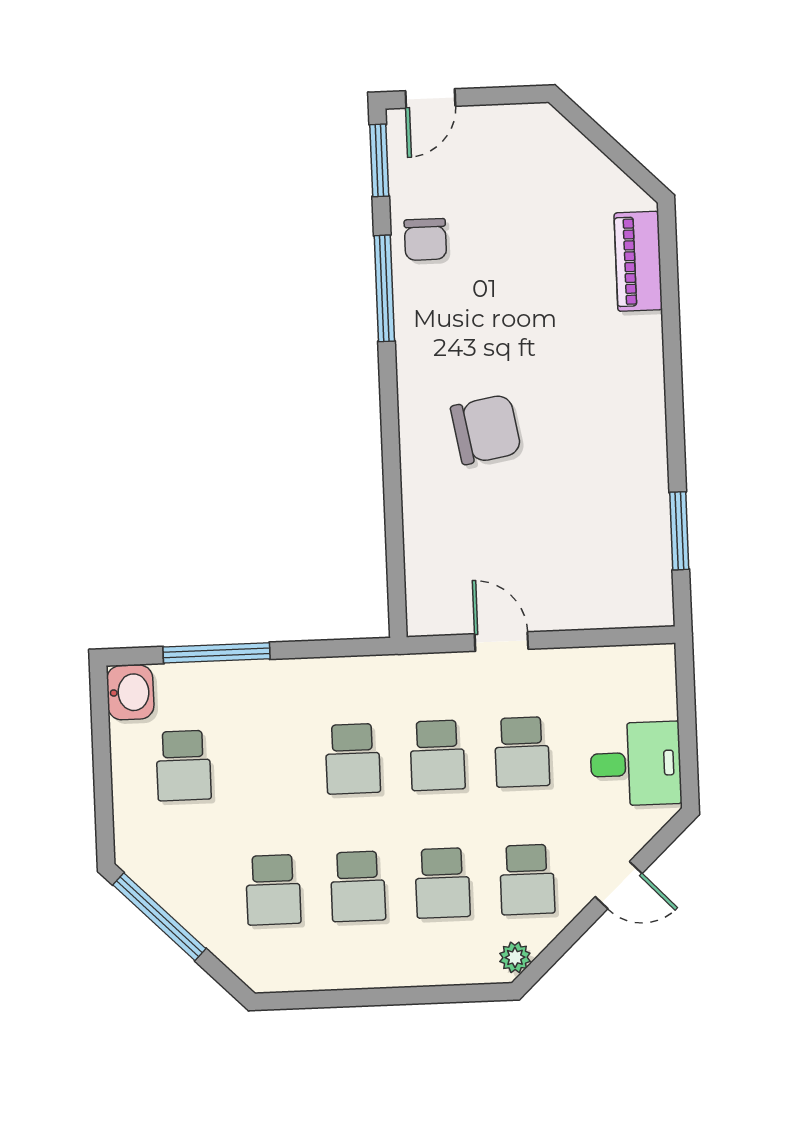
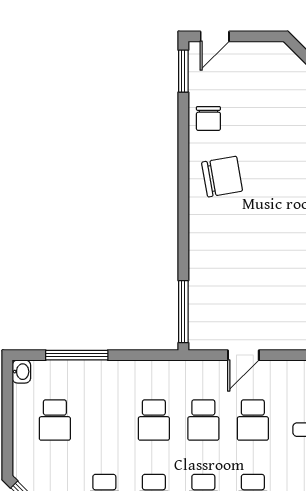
window: (384, 288) -> (183, 312), moved
chair: (486, 429) -> (222, 177), moved
door: (501, 642) -> (243, 355), swing flipped
washbasin: (130, 692) -> (21, 372), width x0.72, depth x0.69

